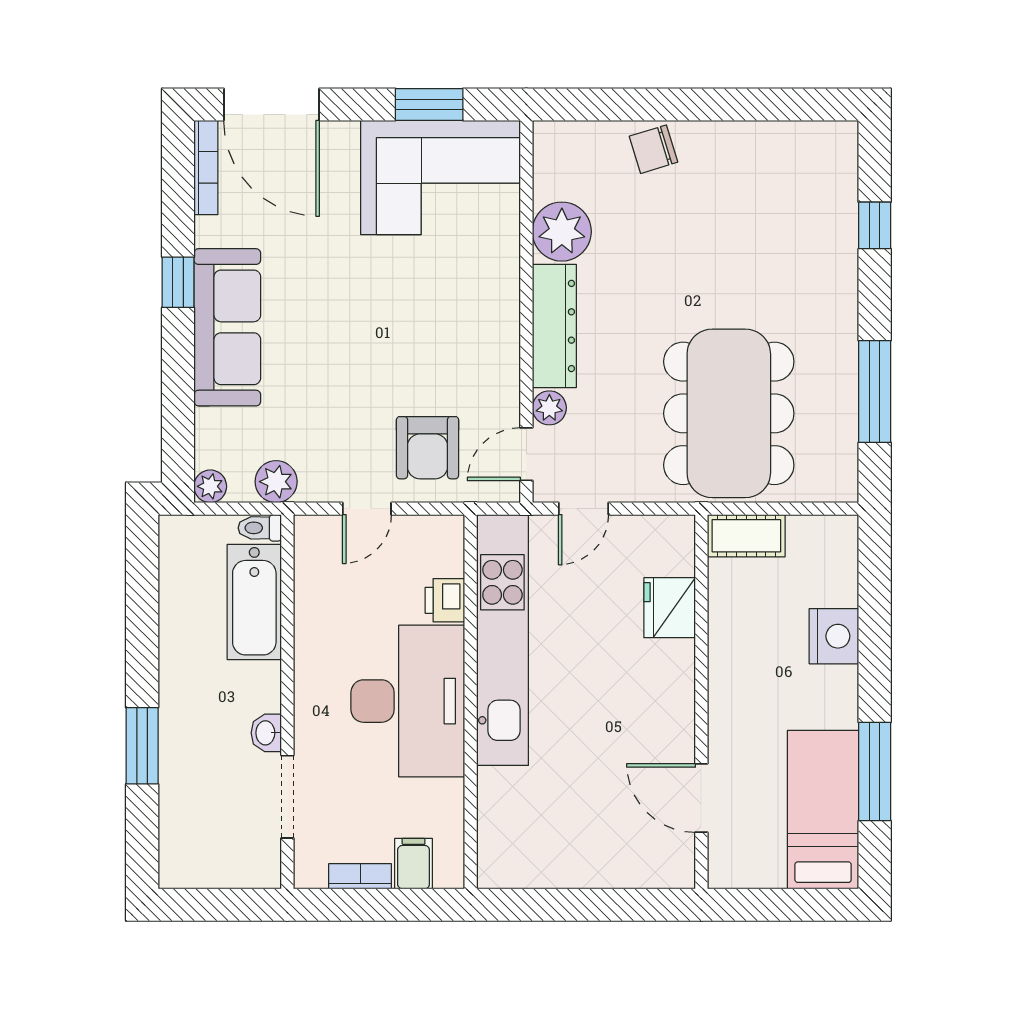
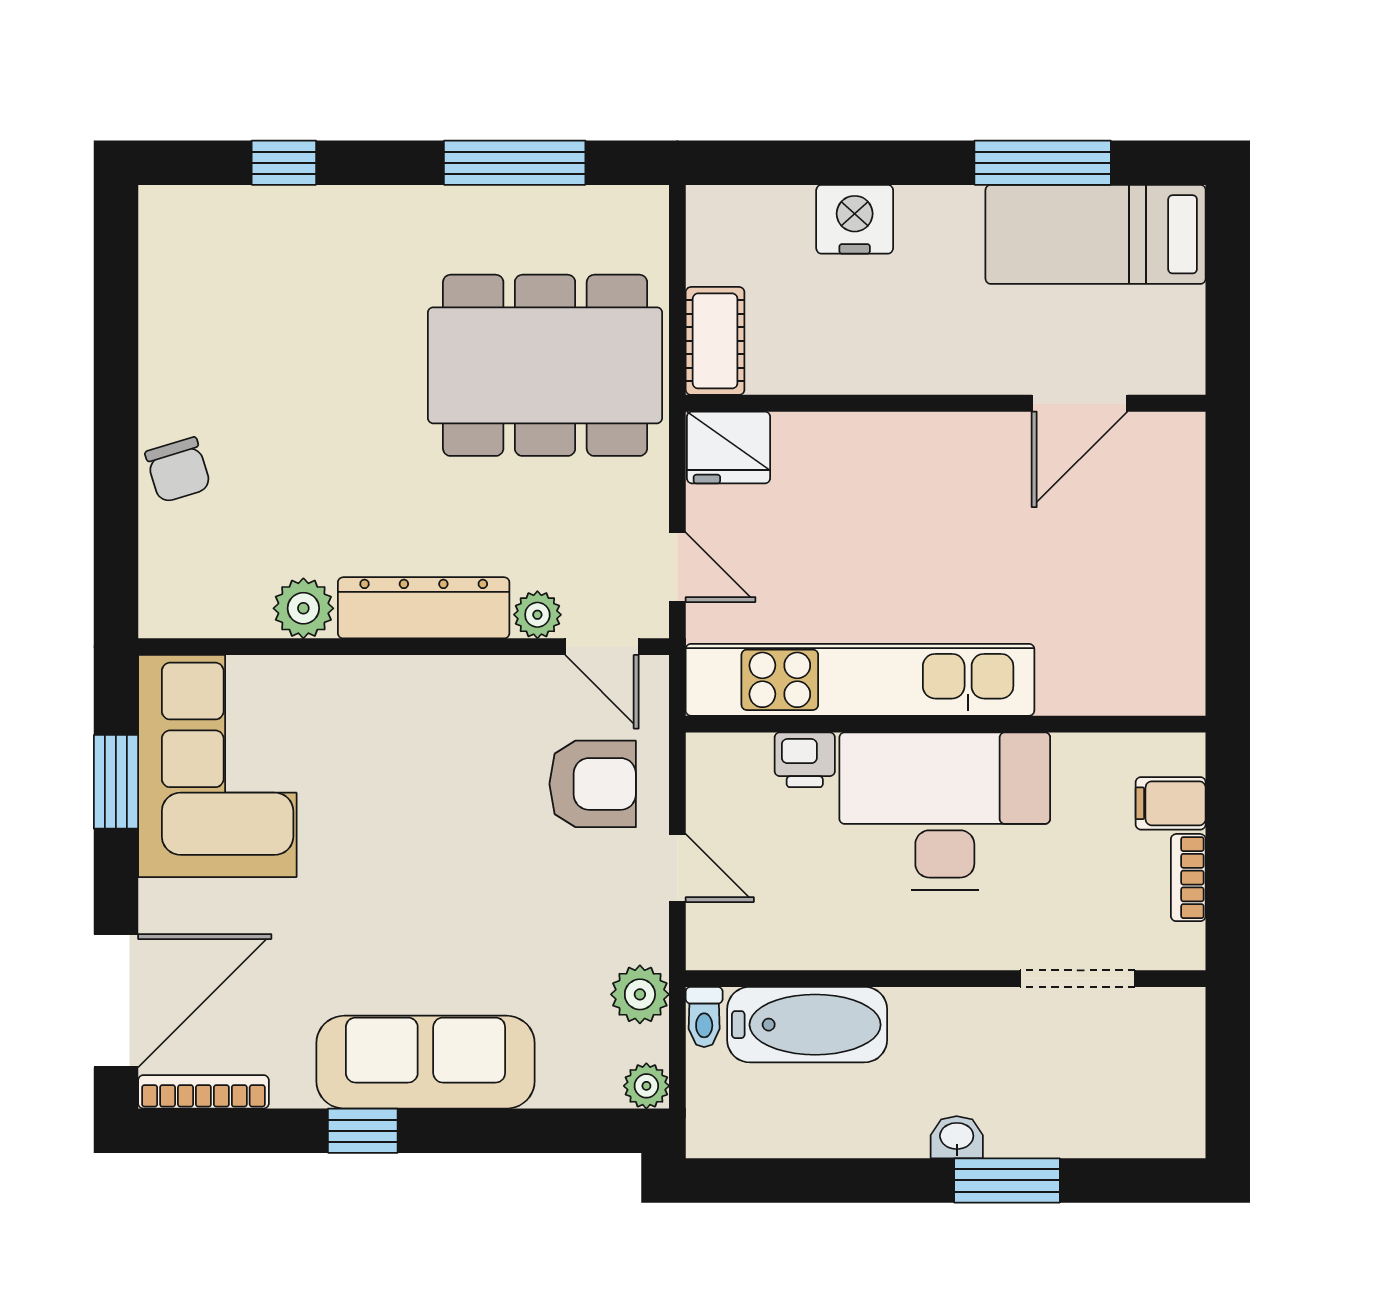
plant: (562, 232) -> (303, 608), width x0.73, depth x0.73
fridge: (670, 608) -> (729, 447), moved
washbasin: (266, 733) -> (957, 1137), moved, turned 180

